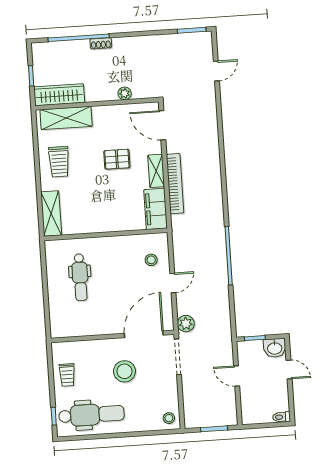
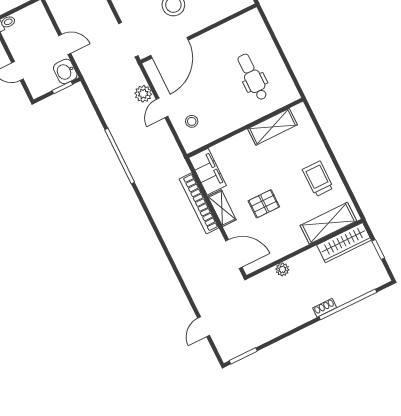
shelving: (51, 214) -> (273, 127), moved, turned 90
plant: (186, 324) -> (143, 94), moved
washbasin: (275, 348) -> (65, 71), moved, turned -90

